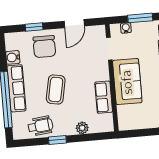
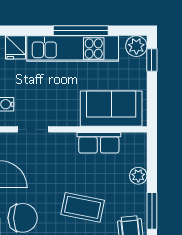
sofa: (127, 82) -> (111, 109), moved
window: (57, 140) -> (152, 211), width x1.50

